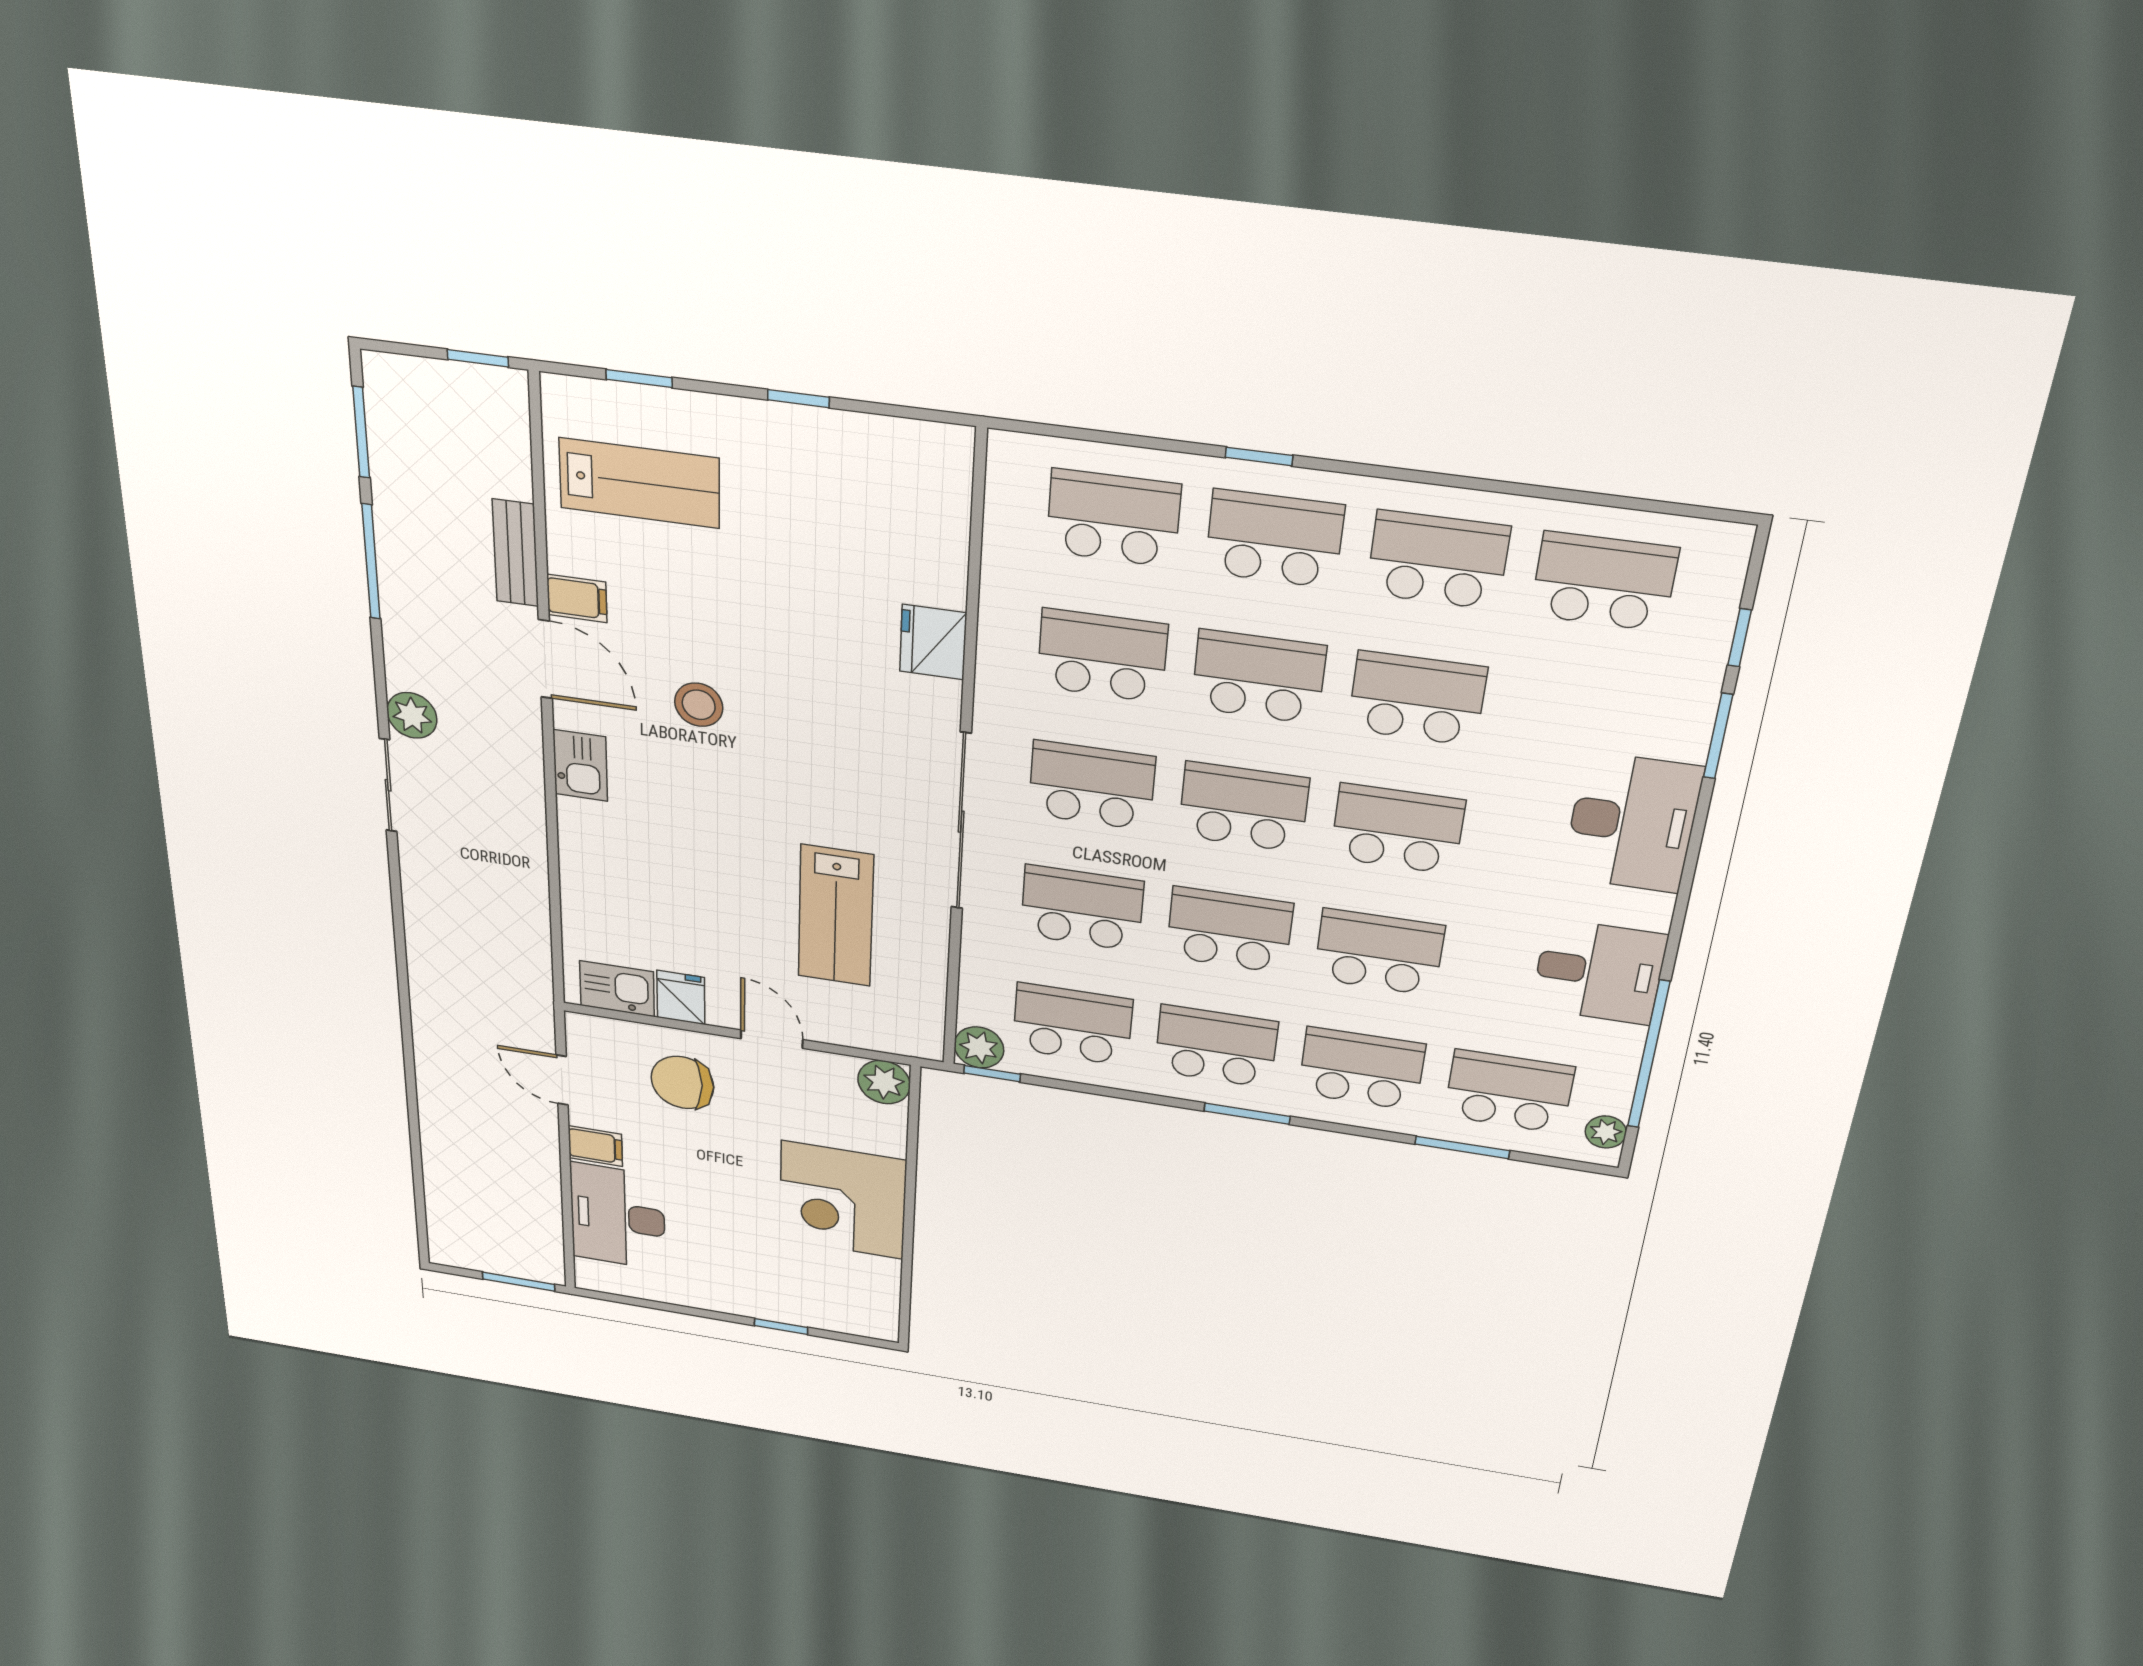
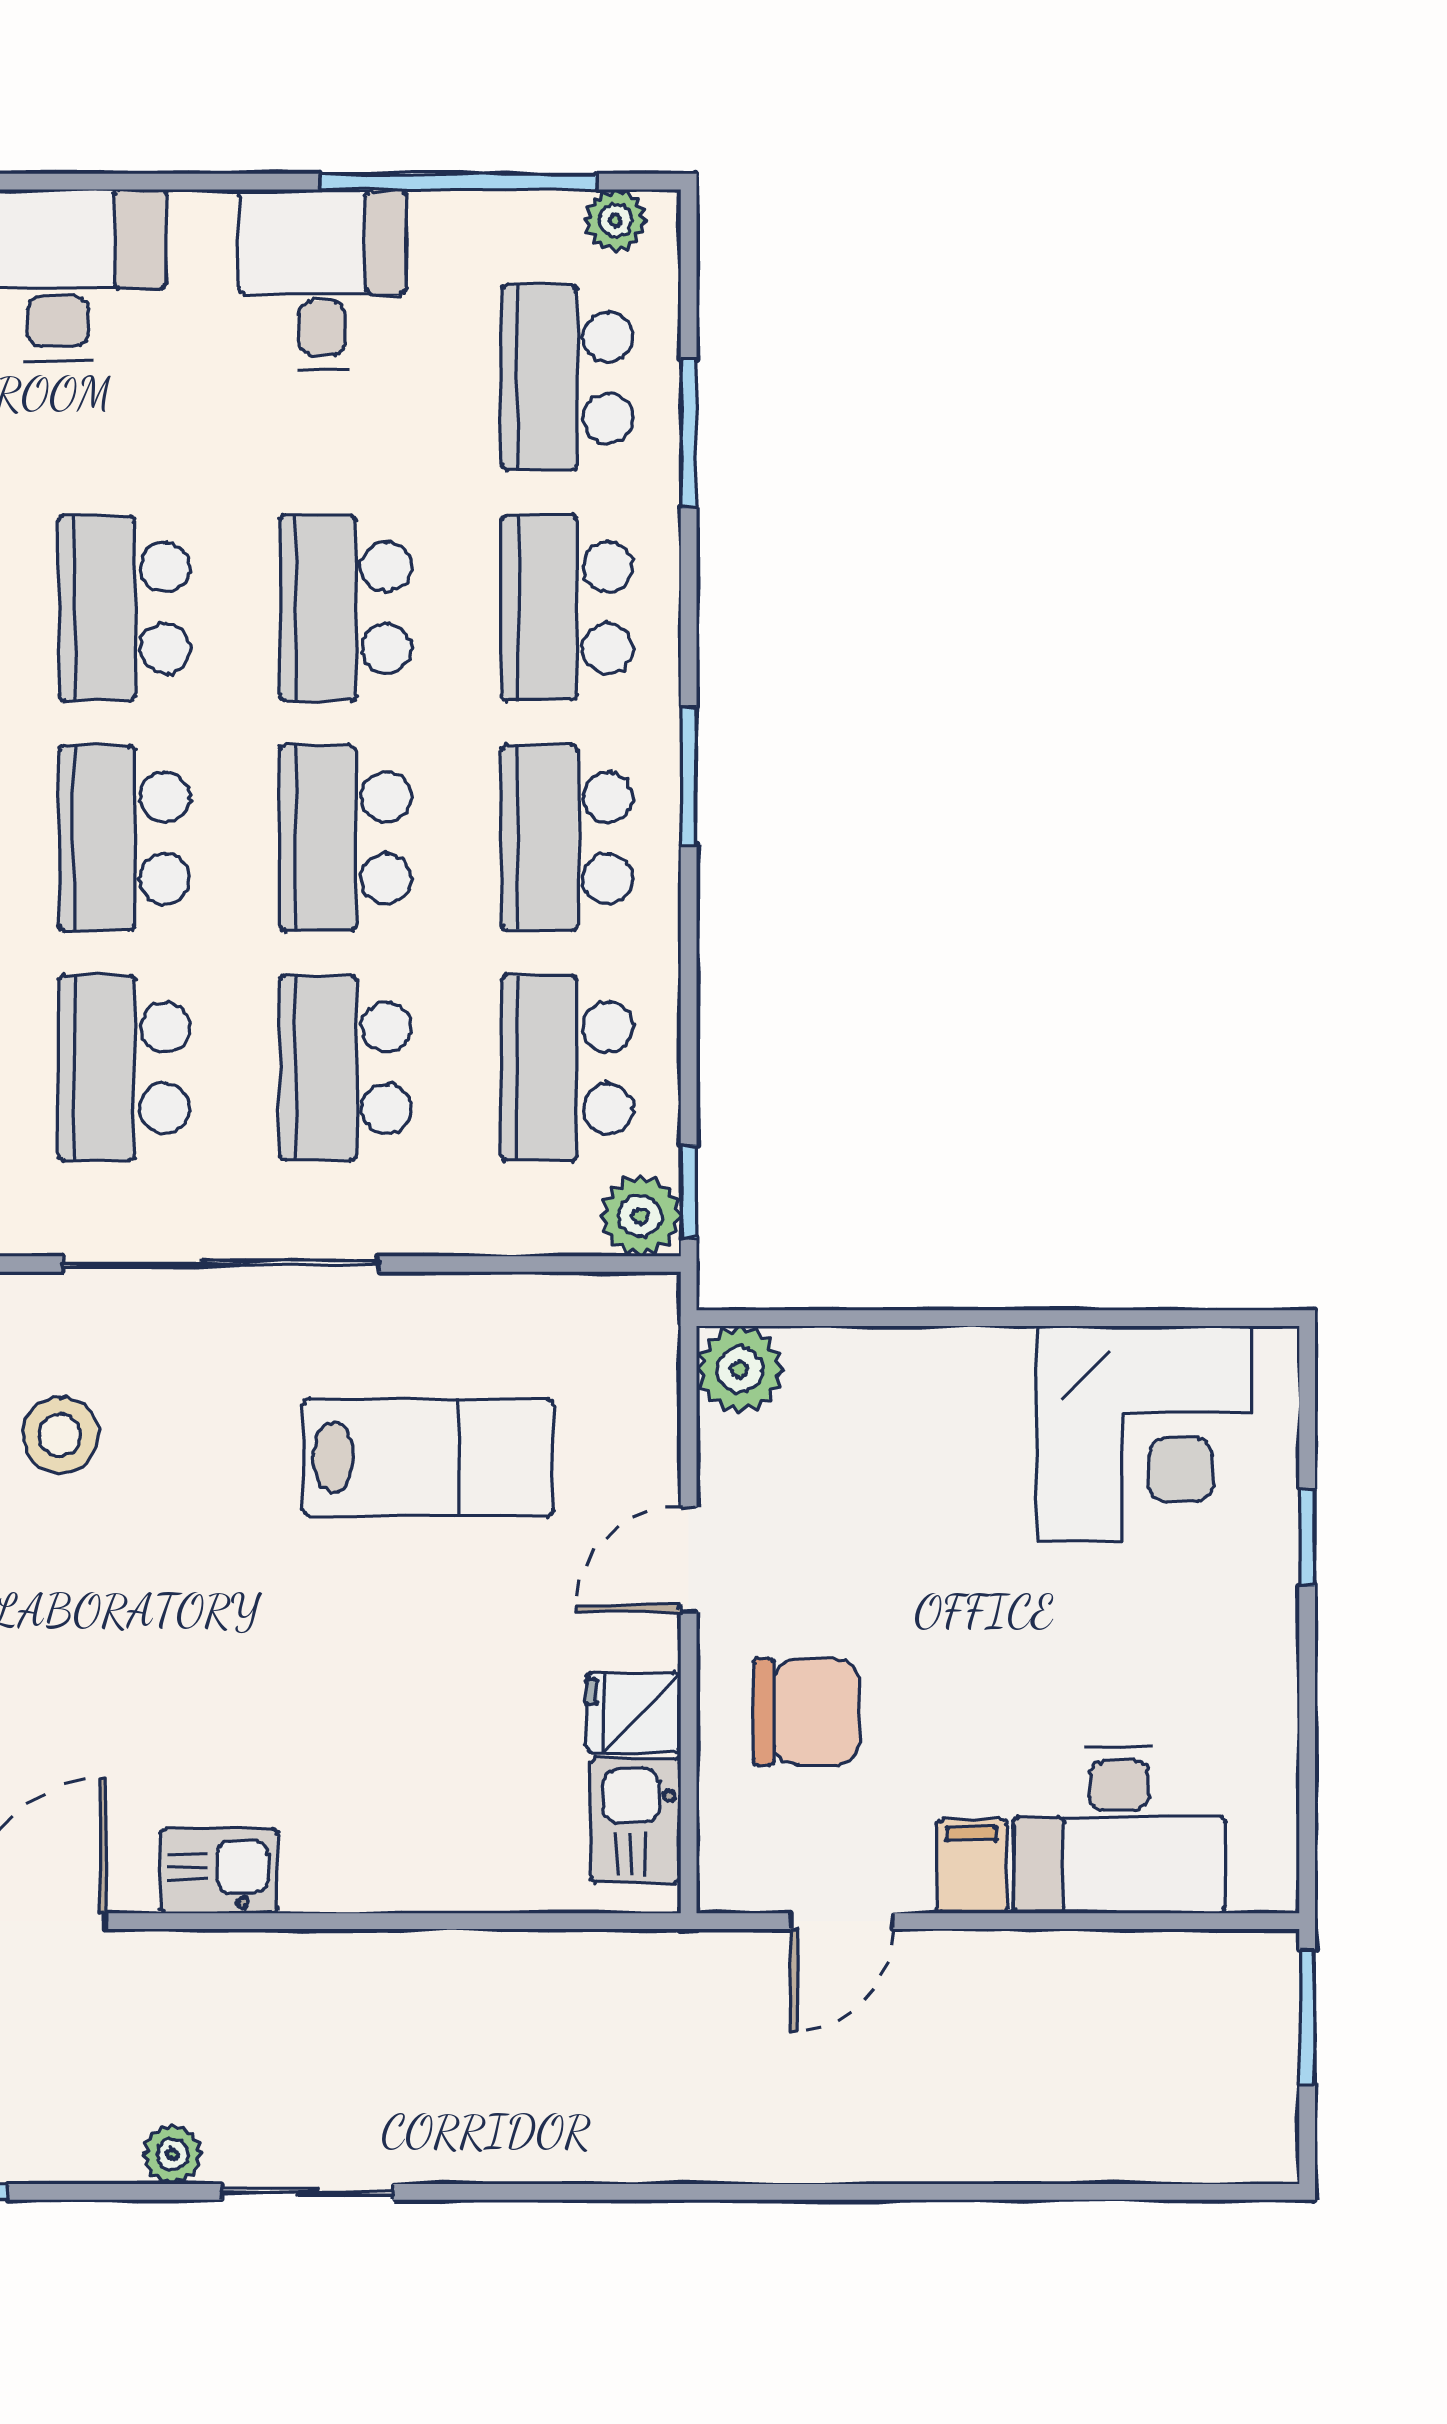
stool: (699, 705) -> (60, 1435), moved
plant: (412, 715) -> (172, 2154), width x0.73, depth x0.73
chair: (682, 1082) -> (806, 1712), turned -90
corner desk: (843, 1200) -> (1144, 1433), moved

